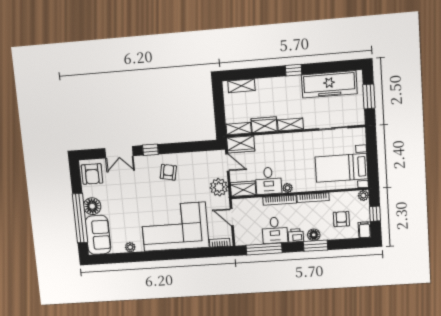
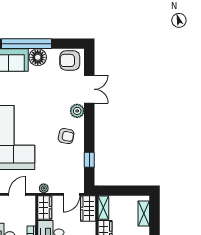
window: (150, 150) -> (89, 160), moved
double door: (119, 152) -> (89, 89), swing flipped
plant: (142, 163) -> (77, 111), added
plant: (219, 187) -> (44, 188), width x0.53, depth x0.53

